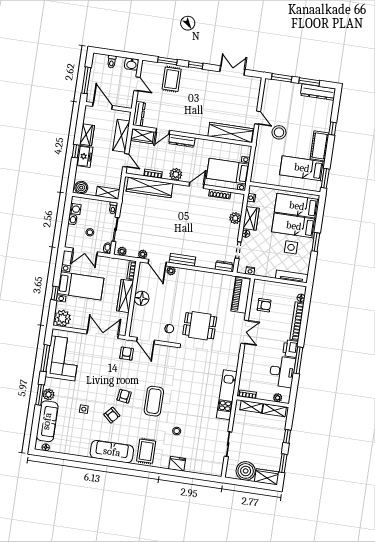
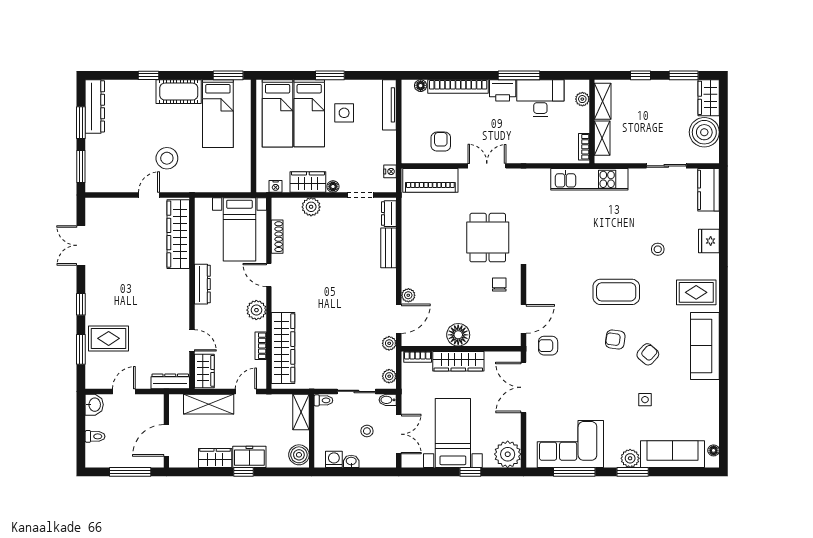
dresser: (182, 141) -> (202, 284), moved
bench: (182, 260) -> (389, 248), moved
kitchen counter: (209, 468) -> (708, 190), added

